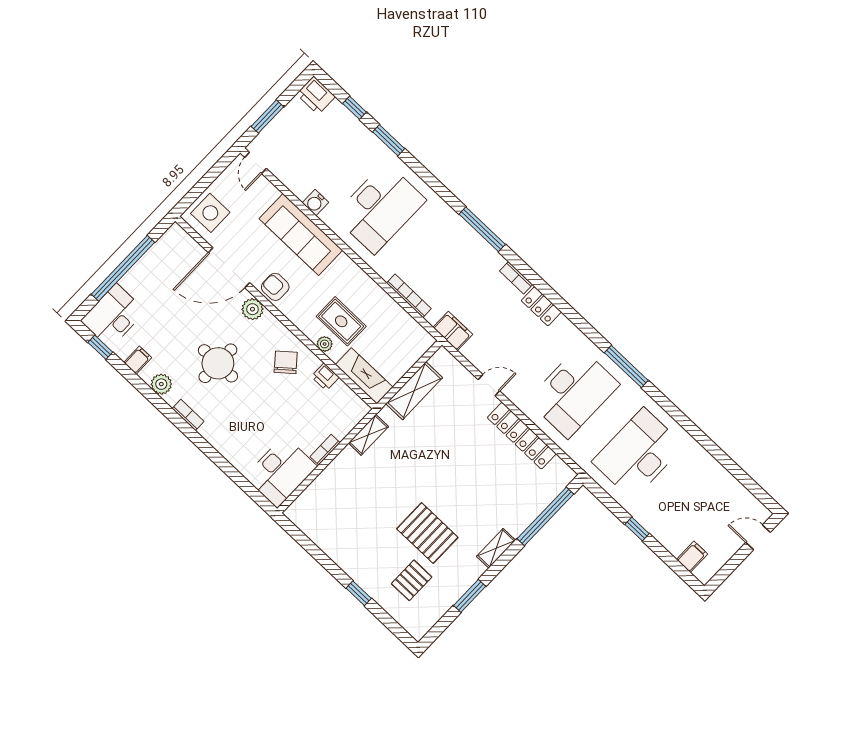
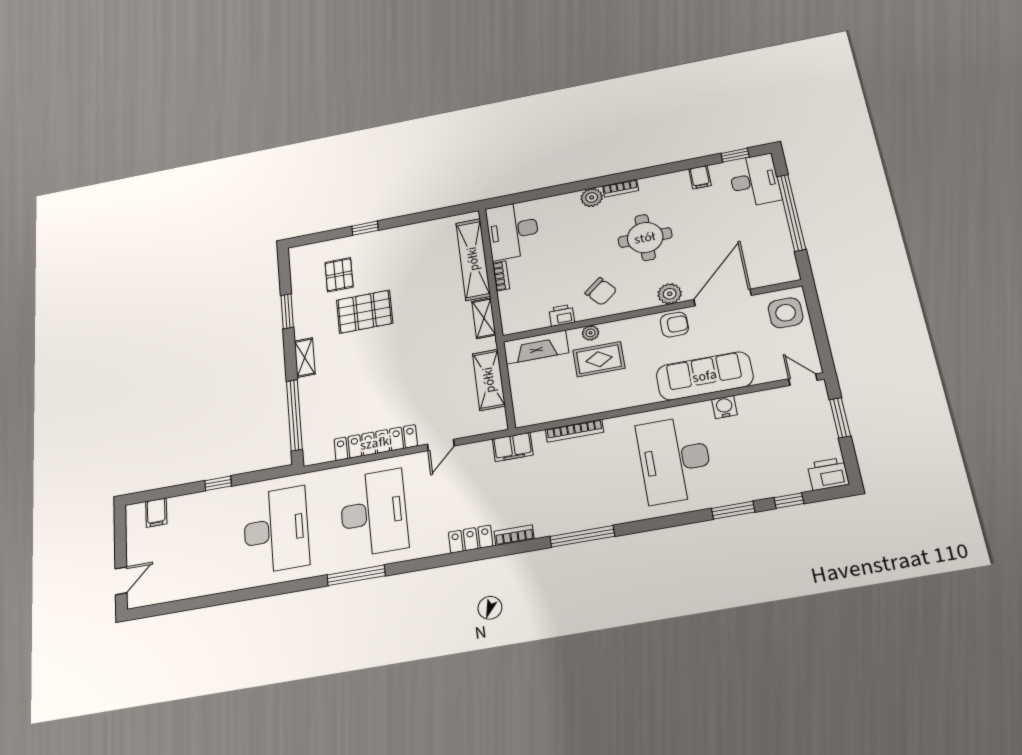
plant: (161, 384) -> (592, 197), moved
desk: (573, 392) -> (374, 513), turned 180
shelving: (326, 483) -> (473, 259), added

